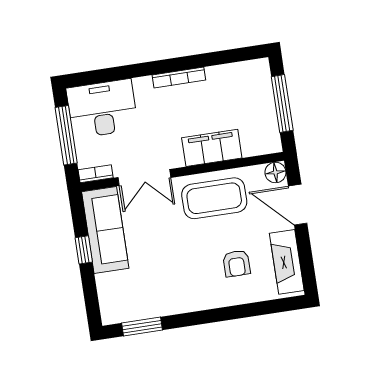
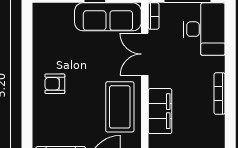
armchair: (236, 263) -> (55, 84), moved
window: (142, 327) -> (27, 34), removed

